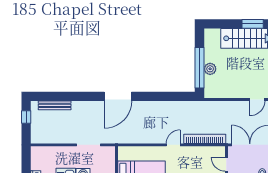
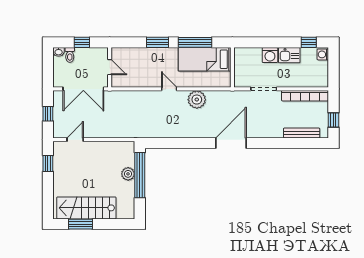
plant: (149, 135) -> (197, 100), added
bookcase: (205, 139) -> (305, 96), moved
door: (173, 145) -> (169, 89), swing flipped

